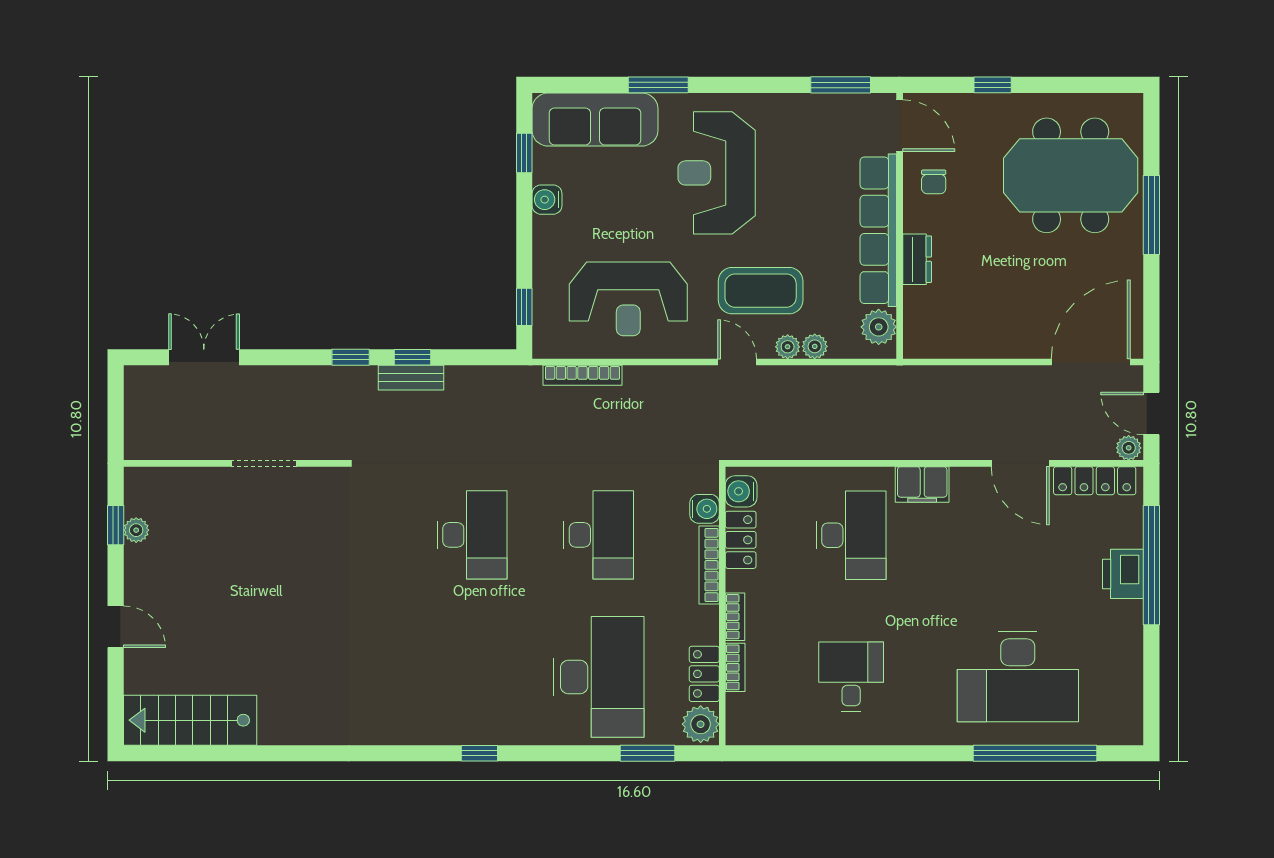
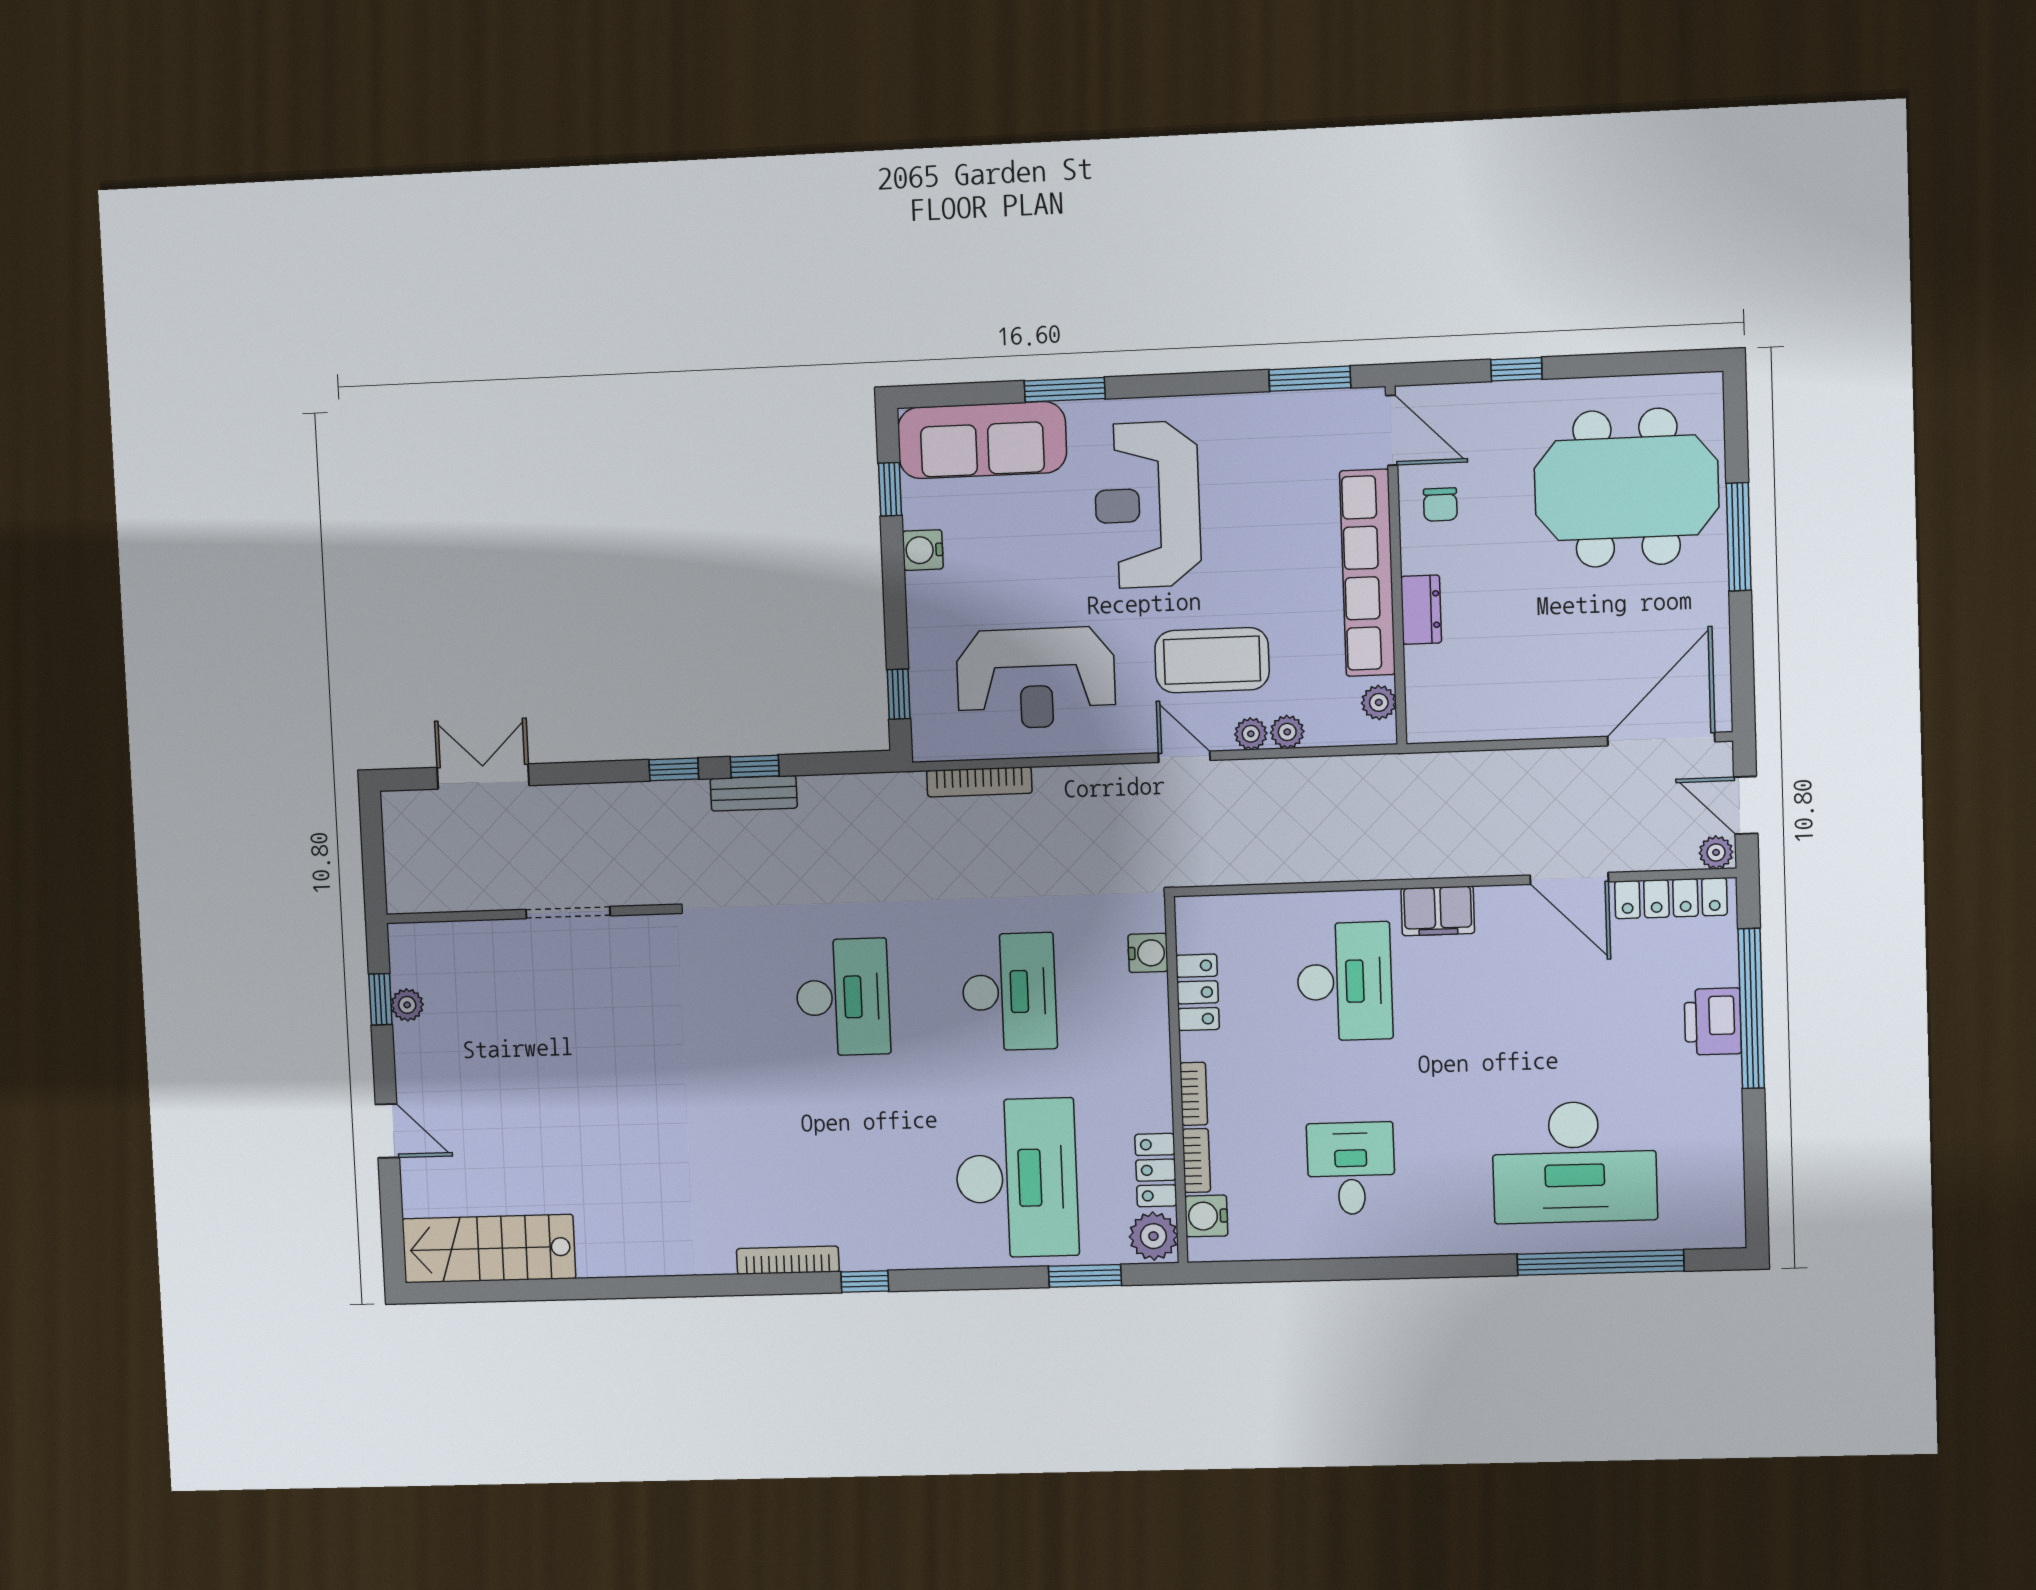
plant: (879, 327) -> (1379, 702), width x0.73, depth x0.73
water cooler: (741, 491) -> (1206, 1216), moved
bookcase: (709, 565) -> (788, 1260), moved, turned 90

